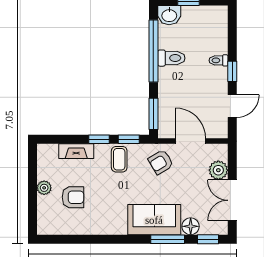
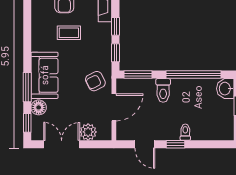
toilet: (171, 58) -> (163, 90), moved
coffee table: (119, 159) -> (69, 33), moved
armchair: (161, 162) -> (95, 81), turned -86

